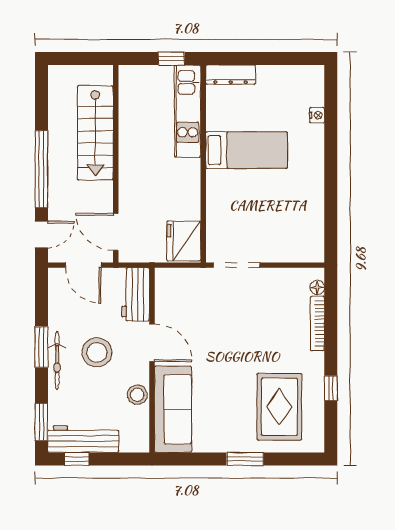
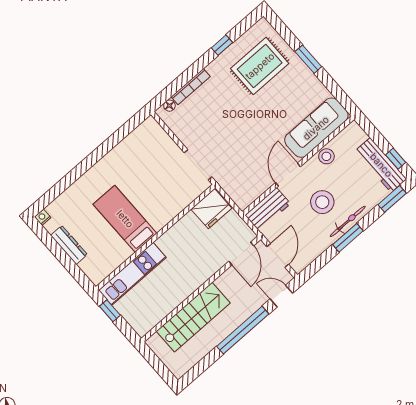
dresser: (231, 75) -> (69, 245), moved
nightstand: (317, 115) -> (43, 217), moved

